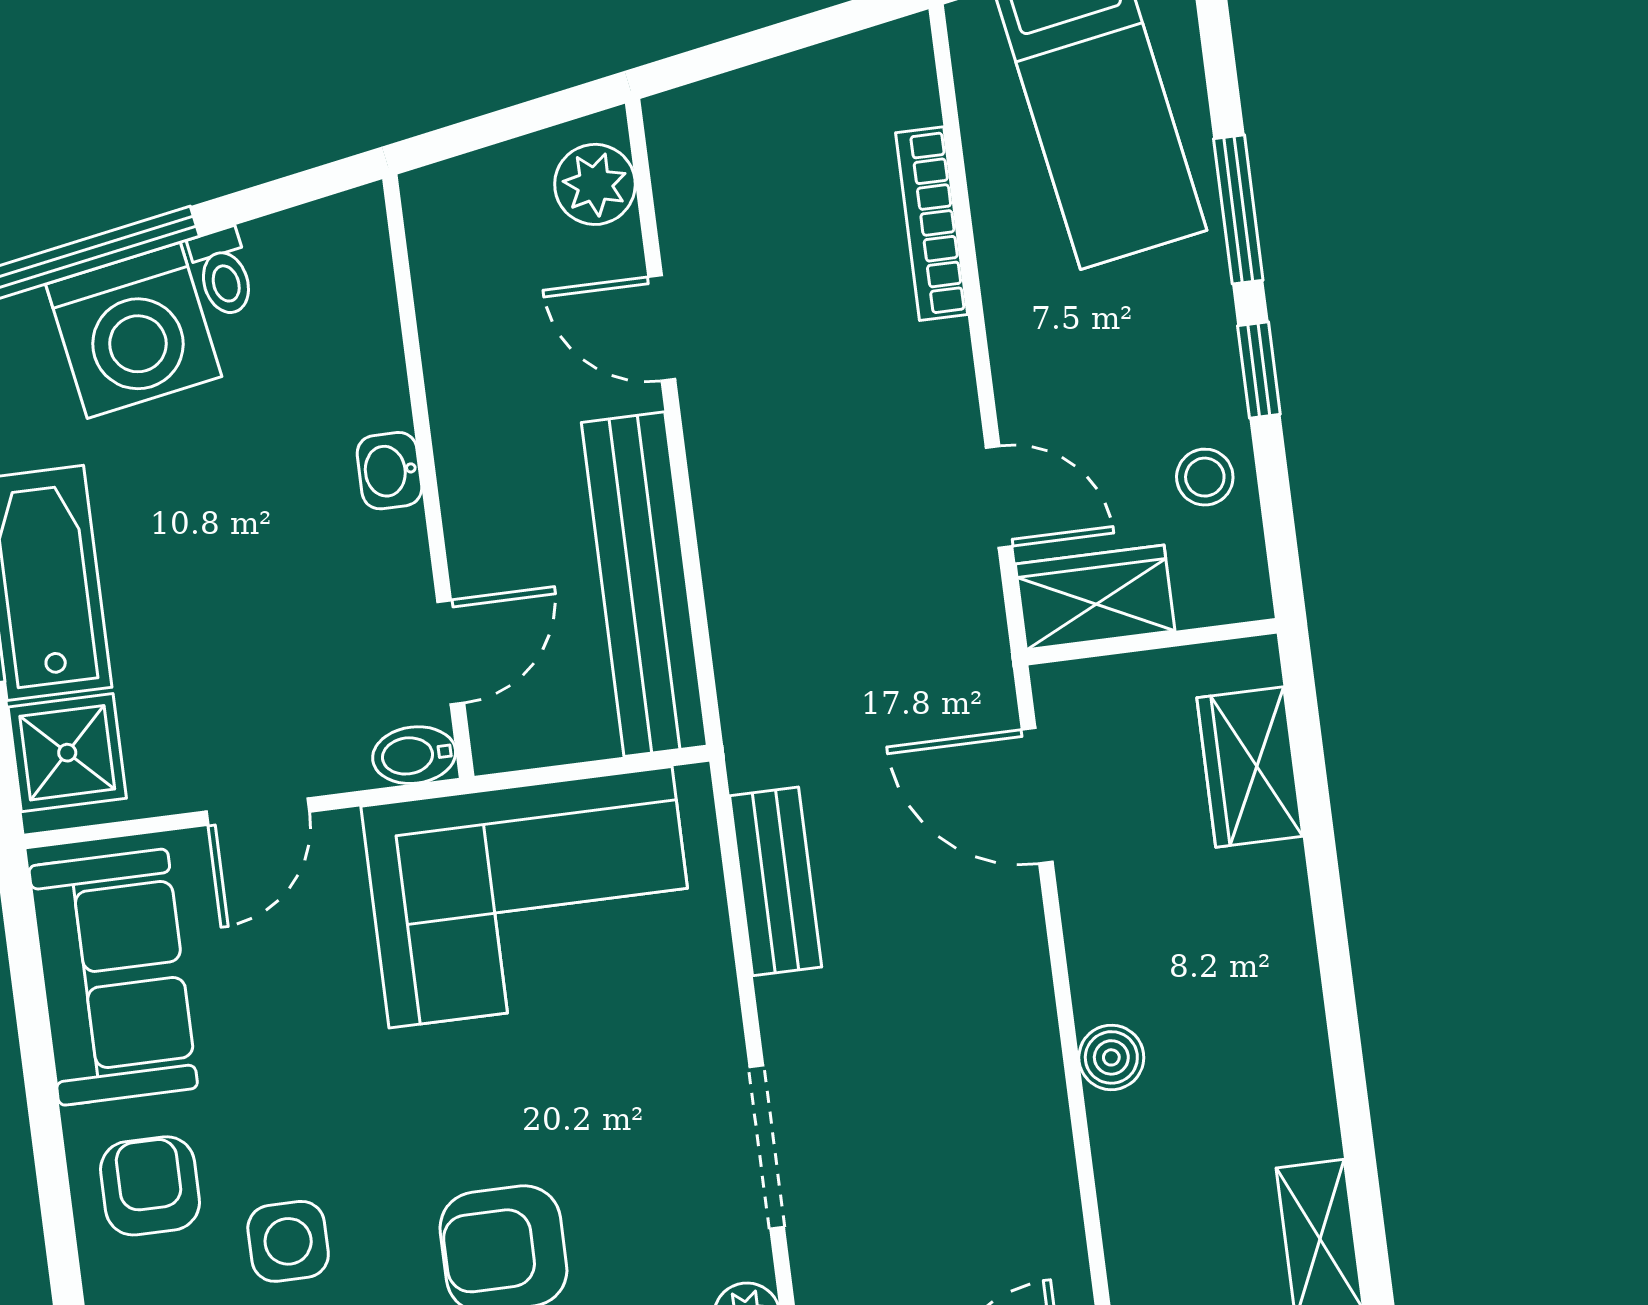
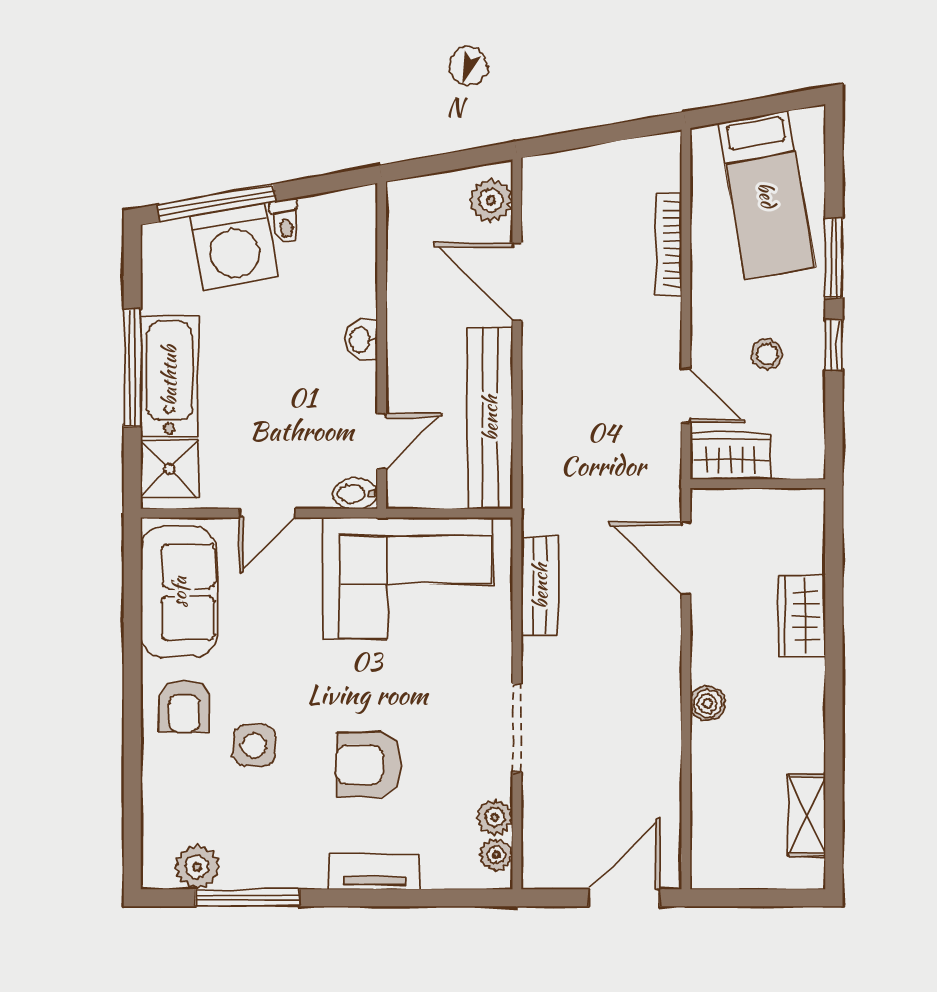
door: (662, 328) -> (517, 282), width x1.38
stool: (1205, 477) -> (767, 354), moved
wardrobe: (1250, 767) -> (802, 616), moved
armchair: (150, 1186) -> (184, 706), turned 180

